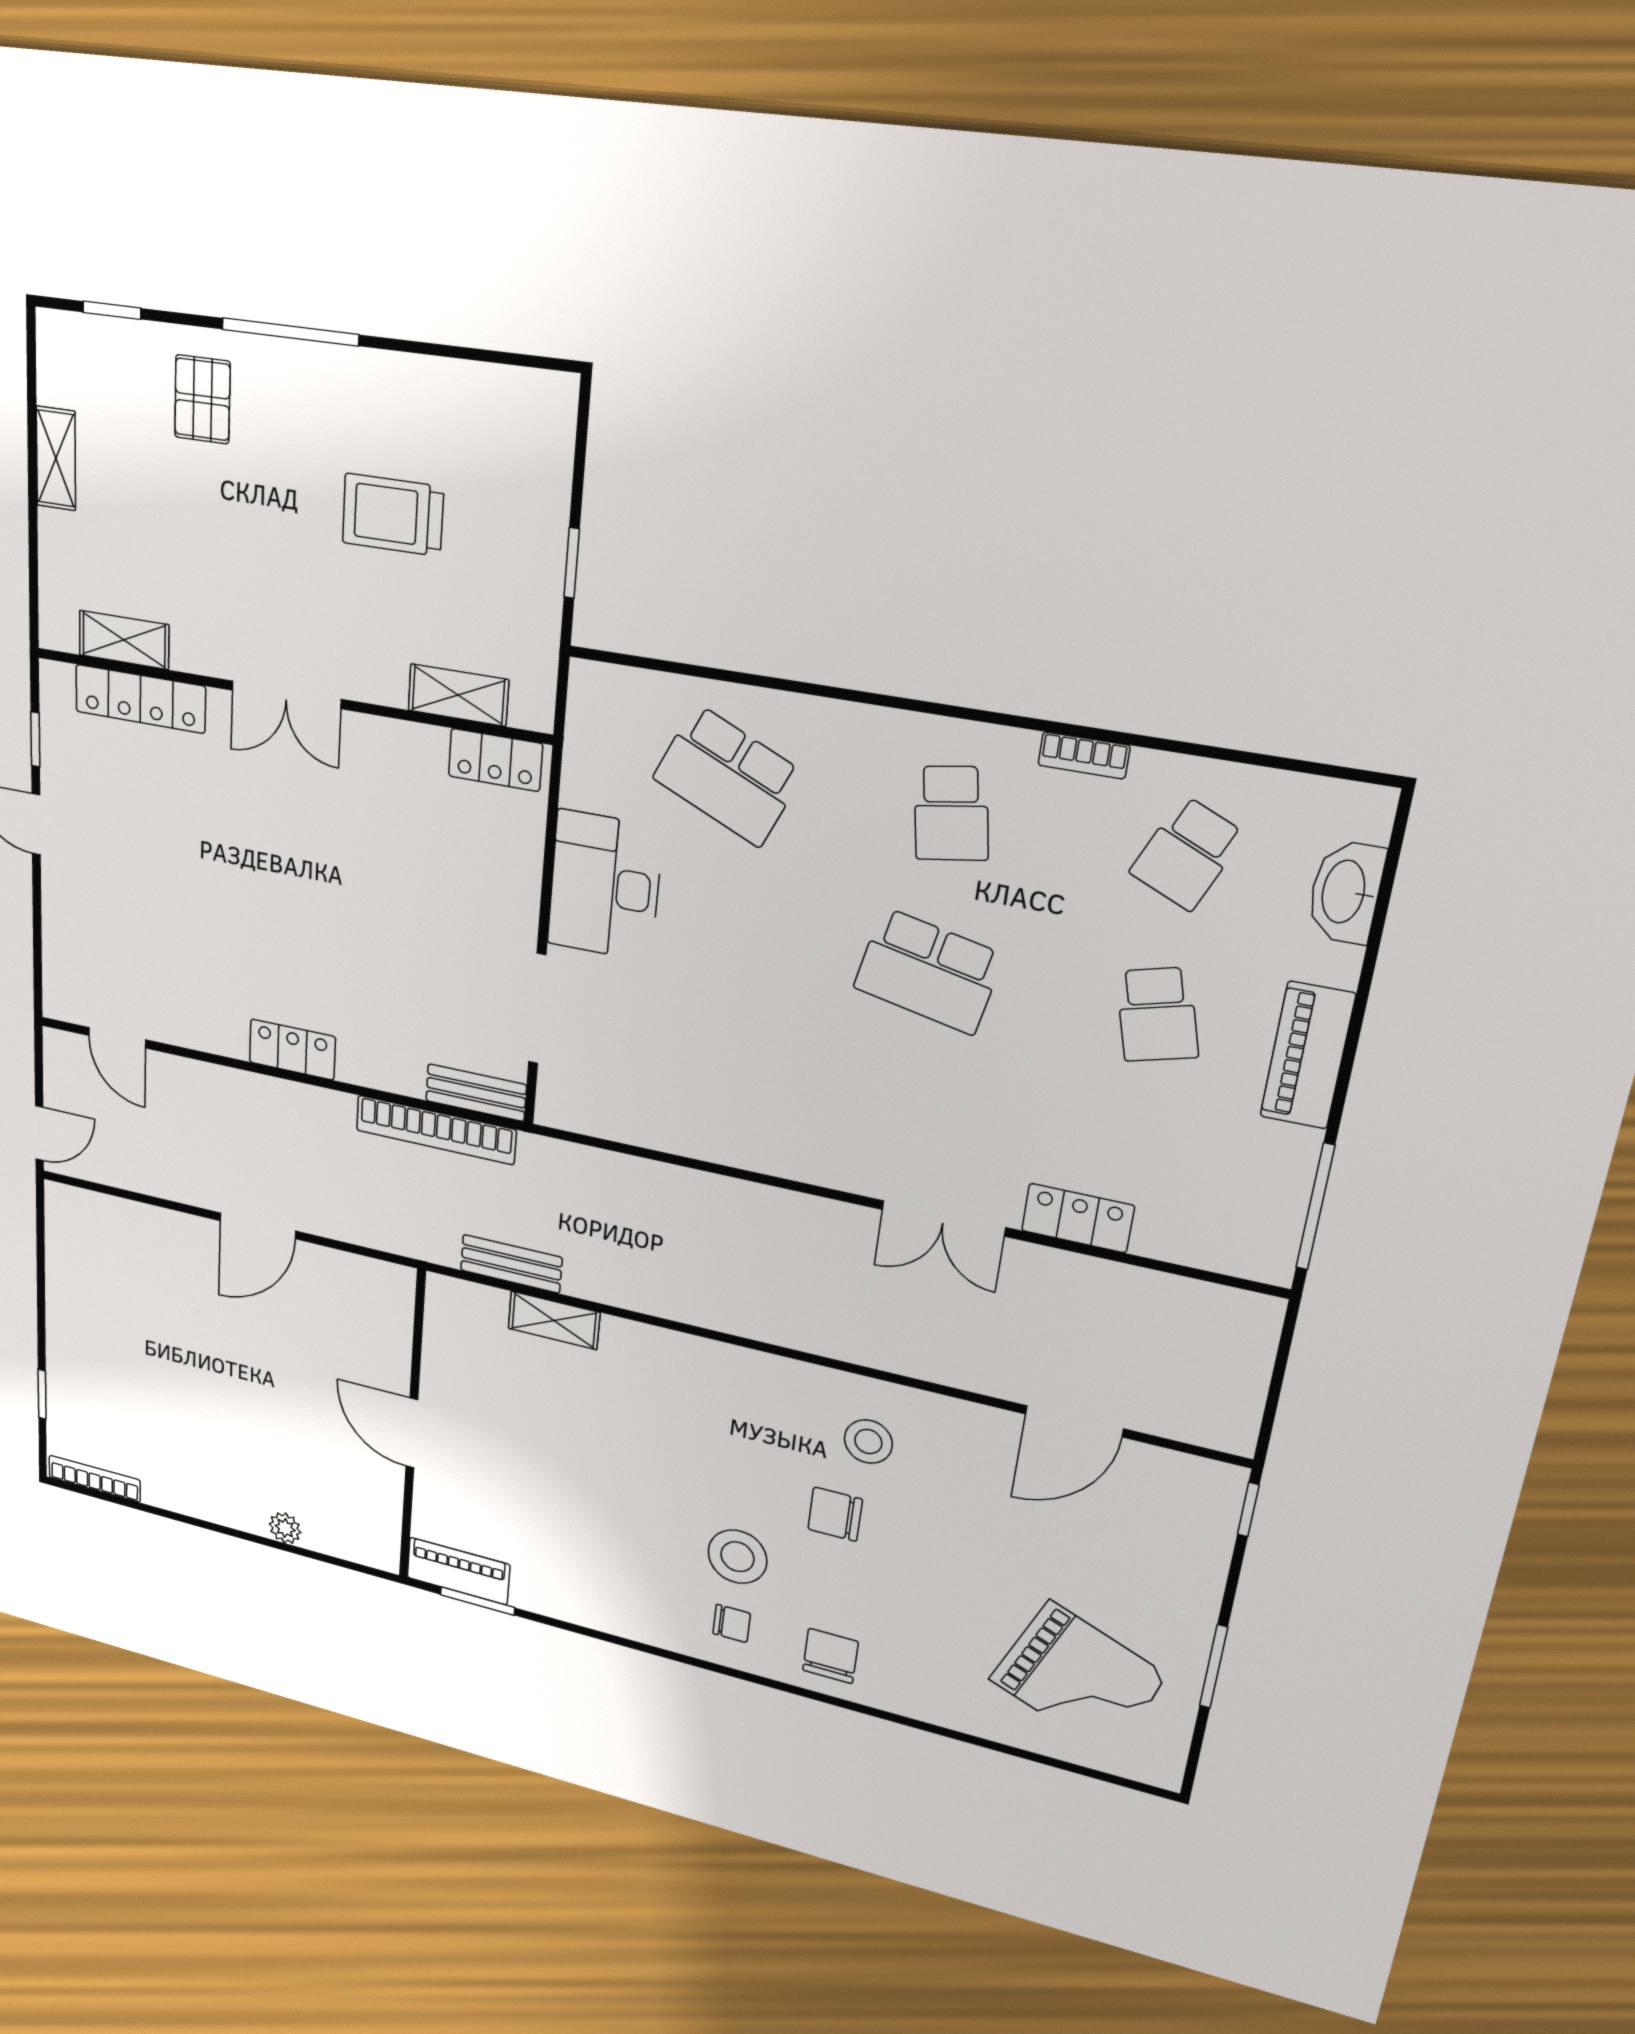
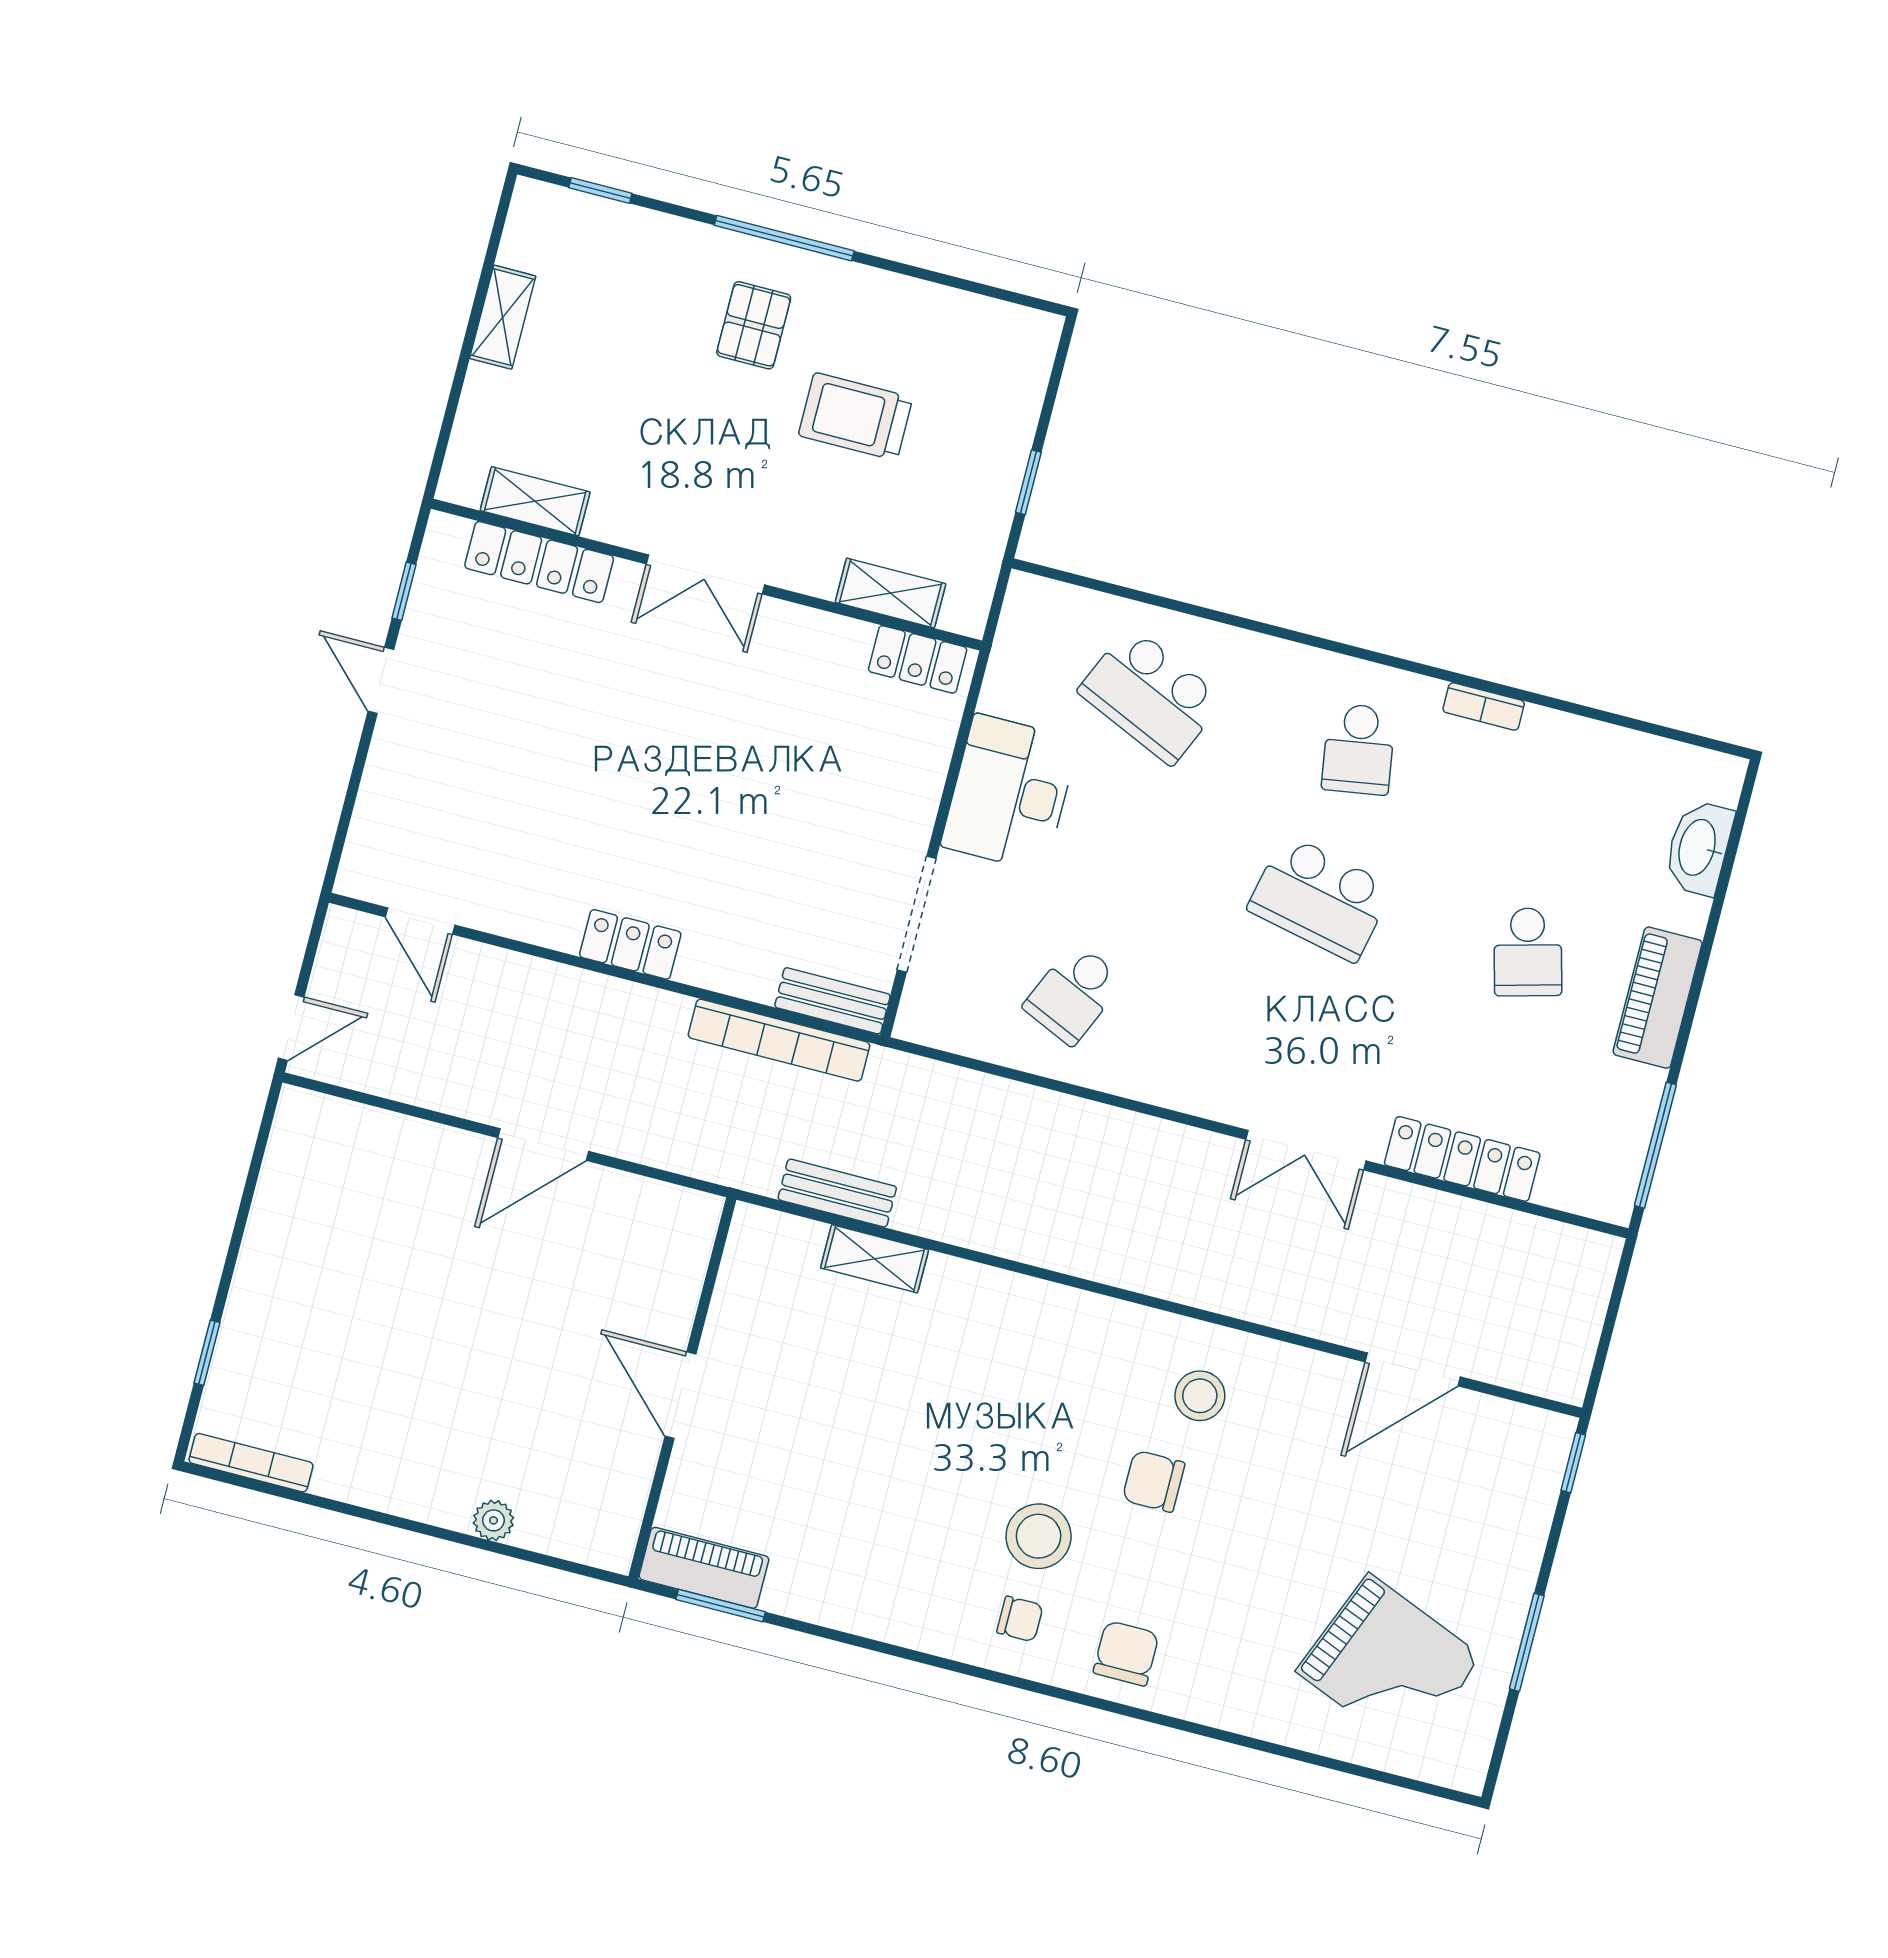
pallet: (202, 399) -> (754, 325), moved
school desk: (1187, 853) -> (1074, 994), moved
locker: (1078, 1218) -> (1462, 1159), width x1.53

